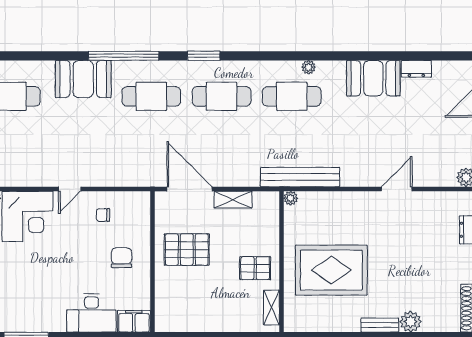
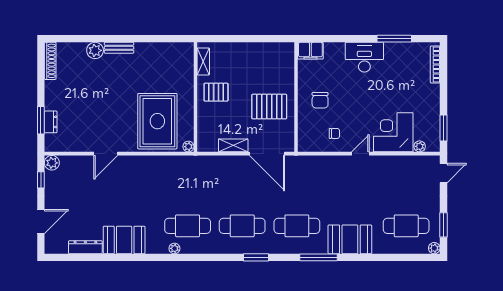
window: (124, 56) -> (318, 257), width x0.68
dresser: (416, 69) -> (85, 247), width x1.44
bench: (300, 177) -> (181, 163), removed
rug: (331, 270) -> (157, 121), moved, turned 90
desk: (91, 313) -> (364, 57), moved

